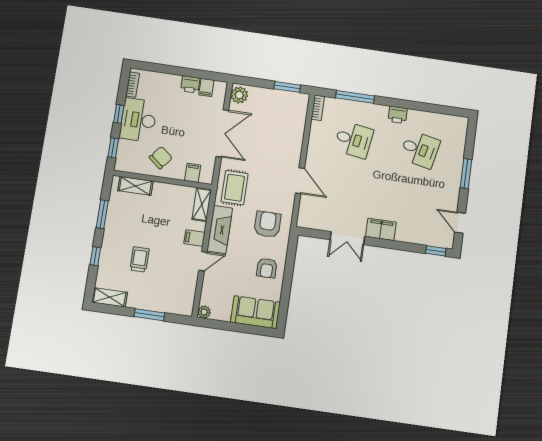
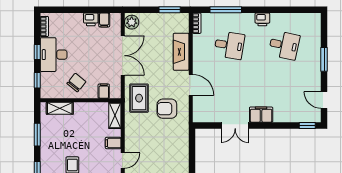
armchair: (267, 224) -> (167, 109), moved, turned -90
fireplace: (220, 230) -> (181, 52), moved, turned 180
armchair: (267, 268) -> (174, 159), removed

